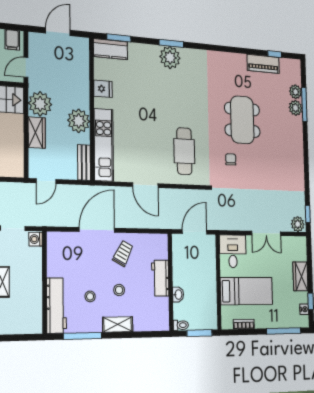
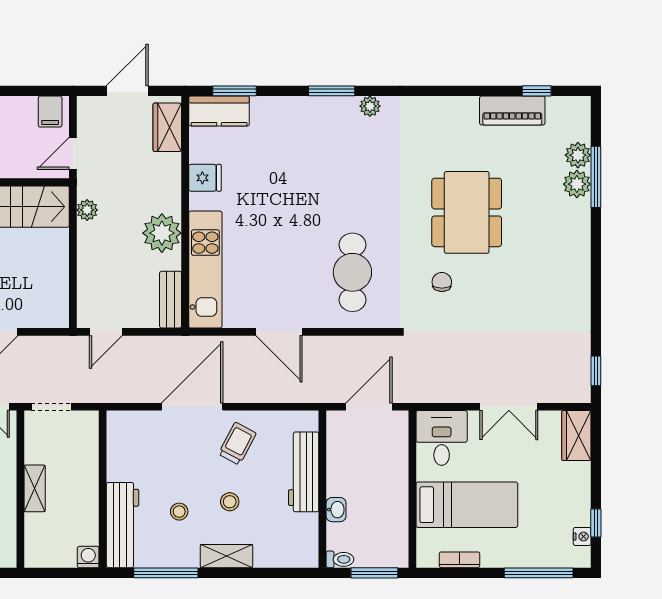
plant: (170, 57) -> (370, 106), moved, width x0.53, depth x0.53
plant: (40, 104) -> (87, 210), width x0.53, depth x0.53
wardrobe: (37, 133) -> (167, 127), moved, turned 180
plant: (298, 224) -> (574, 389), removed
washing machine: (36, 239) -> (88, 557), moved, turned 90
wardrobe: (300, 276) -> (576, 436), moved
workbench: (160, 278) -> (304, 472), width x1.38

